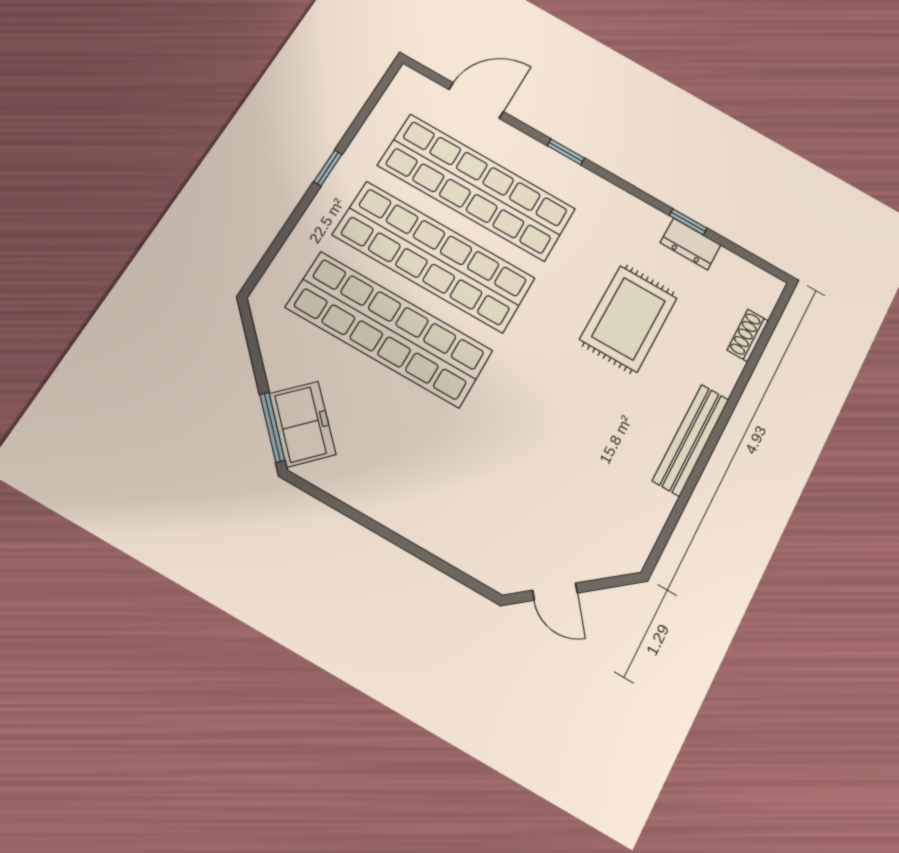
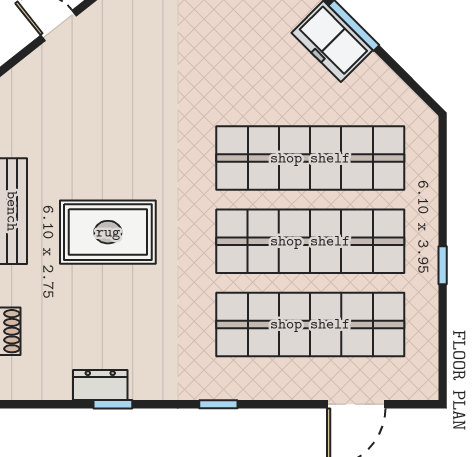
window: (566, 152) -> (218, 404), moved
rug: (629, 319) -> (108, 232), moved, turned 90

